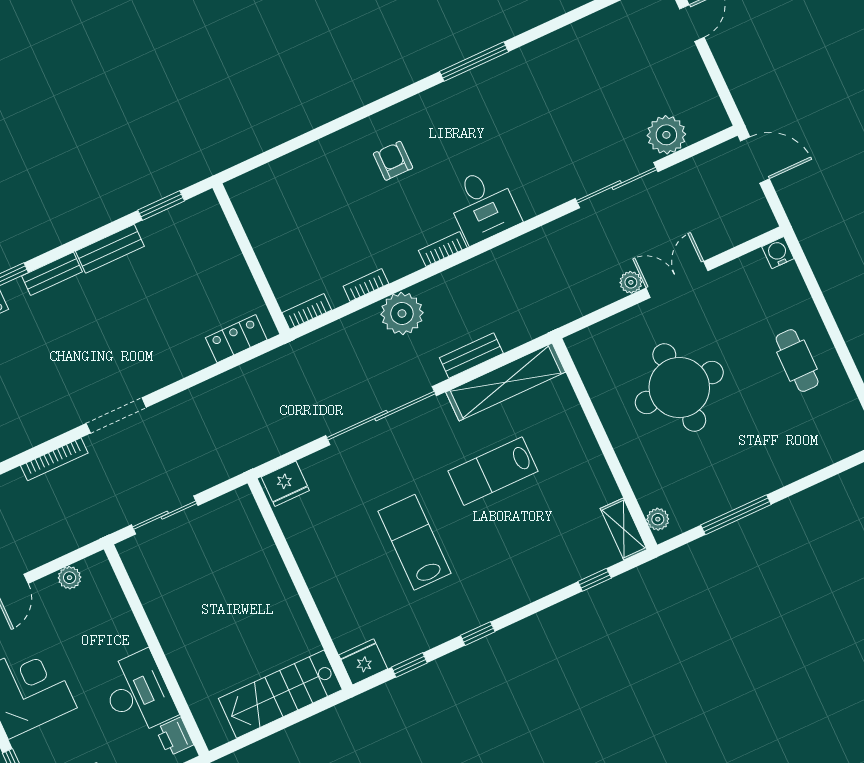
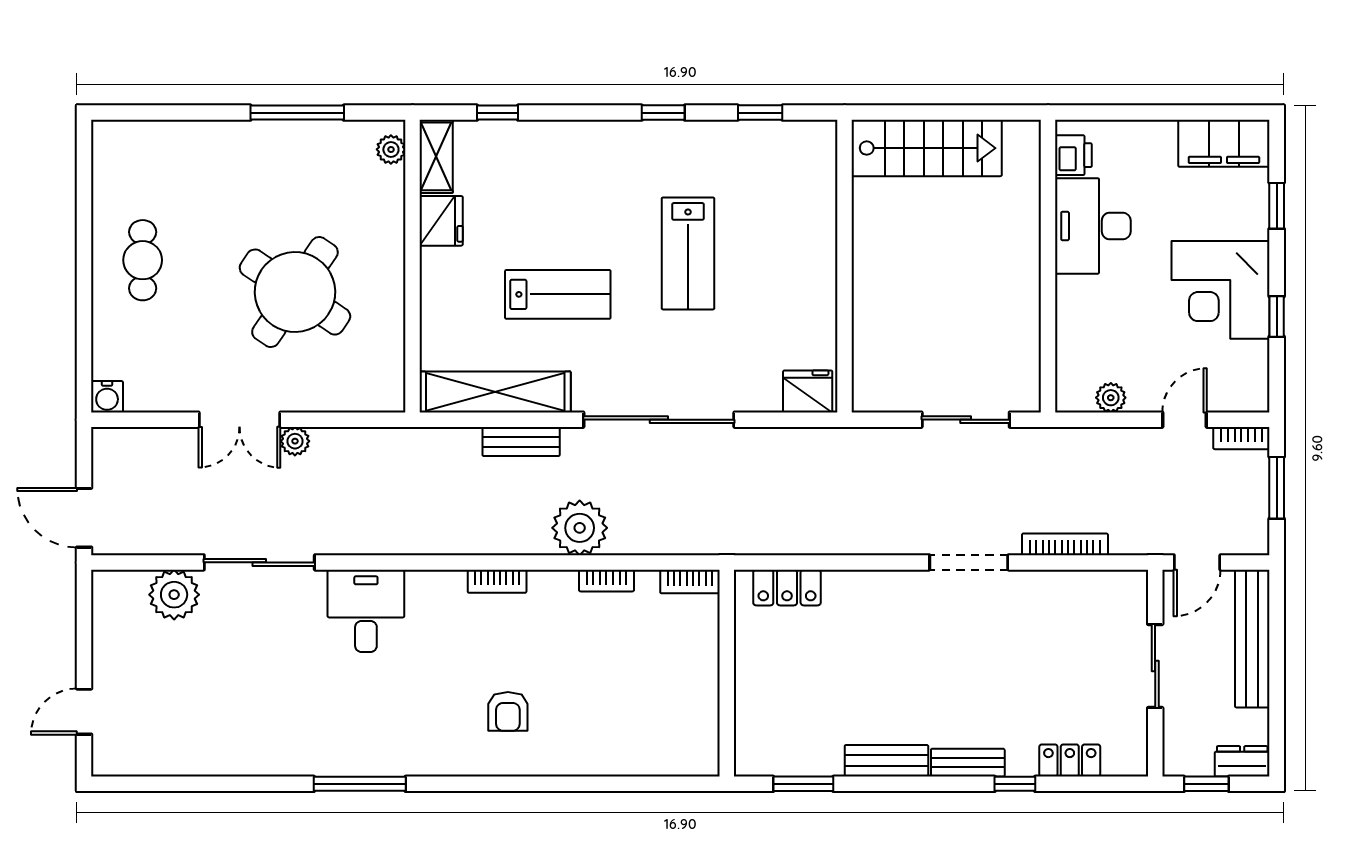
desk: (483, 205) -> (366, 611), moved
round table: (679, 388) -> (295, 292), turned 34
fridge: (363, 662) -> (441, 221), moved, turned -90

